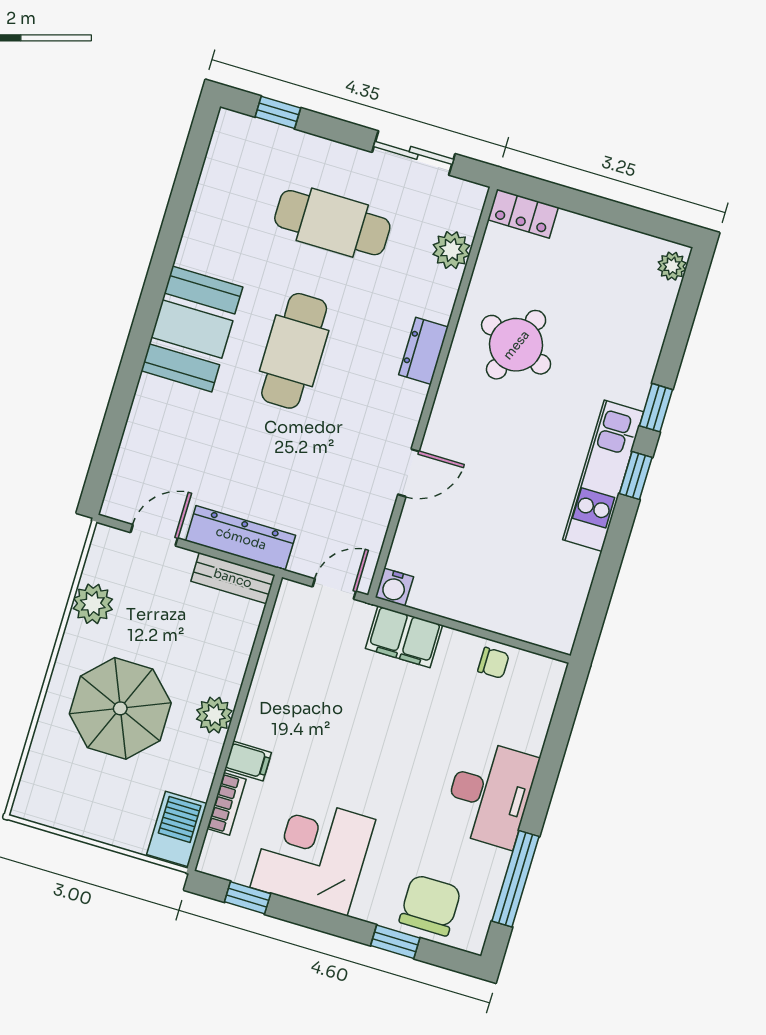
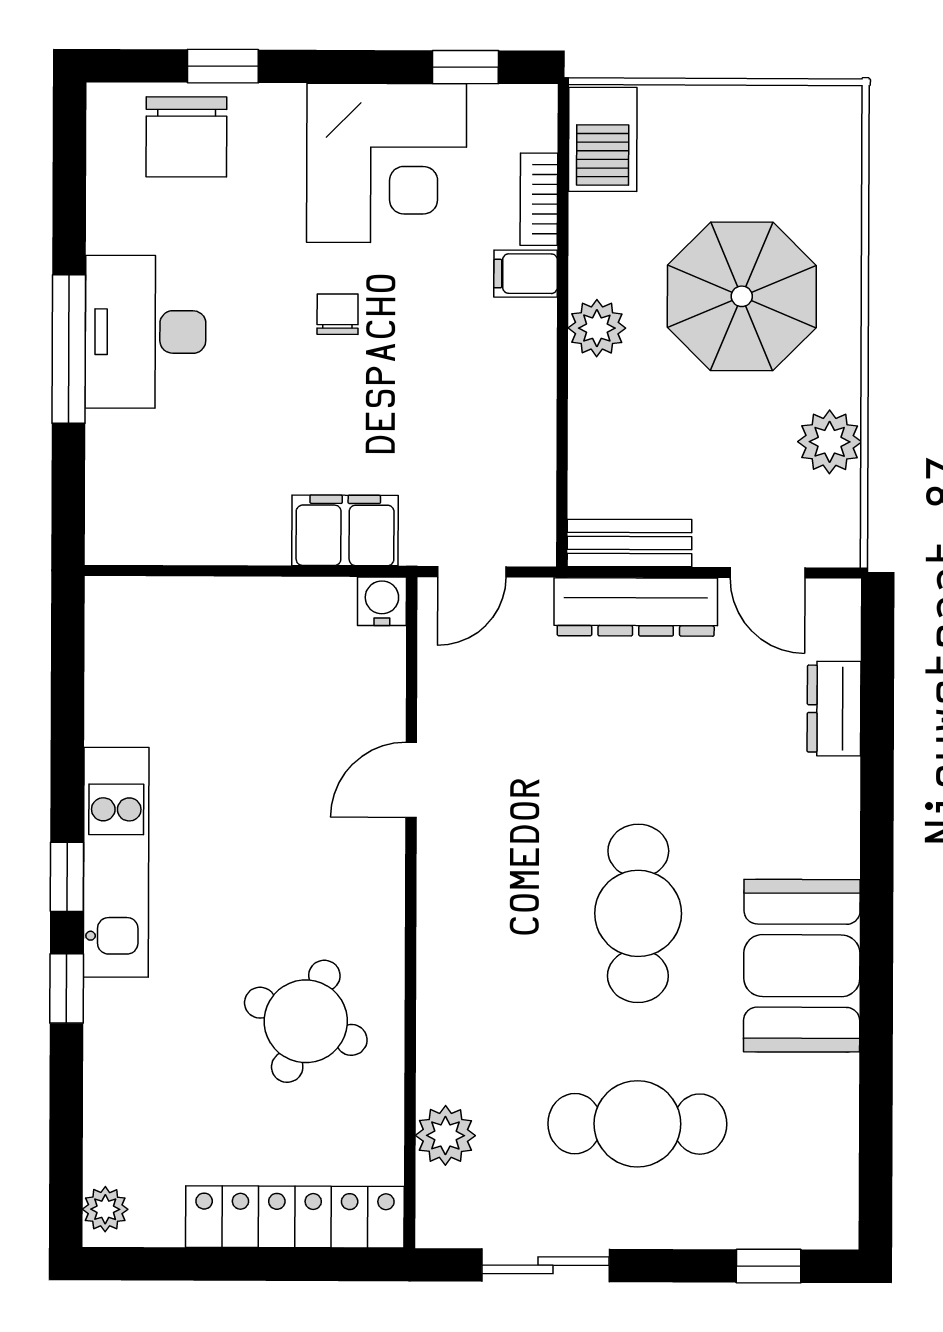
locker: (523, 214) -> (295, 1217), width x2.16, depth x1.21
booth: (192, 329) -> (802, 966), moved
dresser: (424, 351) -> (834, 709), moved, turned 180
door: (154, 535) -> (768, 573), hinge flipped
chair: (493, 663) -> (338, 314), moved, turned 90
window: (515, 879) -> (69, 349), moved

